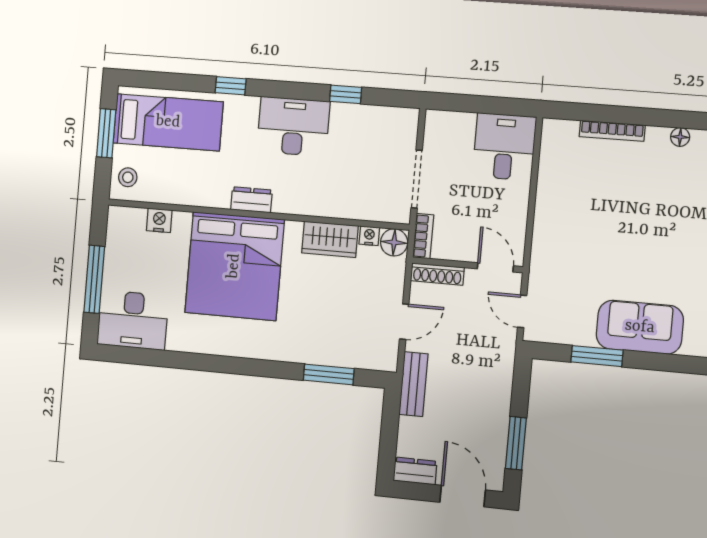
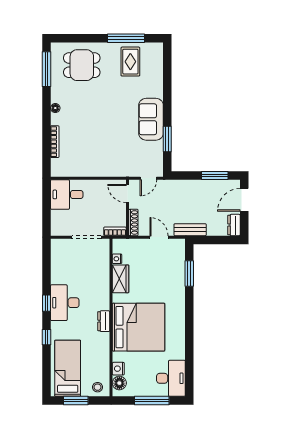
window: (346, 94) -> (47, 303), moved
floor lamp: (394, 242) -> (119, 383), moved
door: (495, 267) -> (128, 194), hinge flipped

